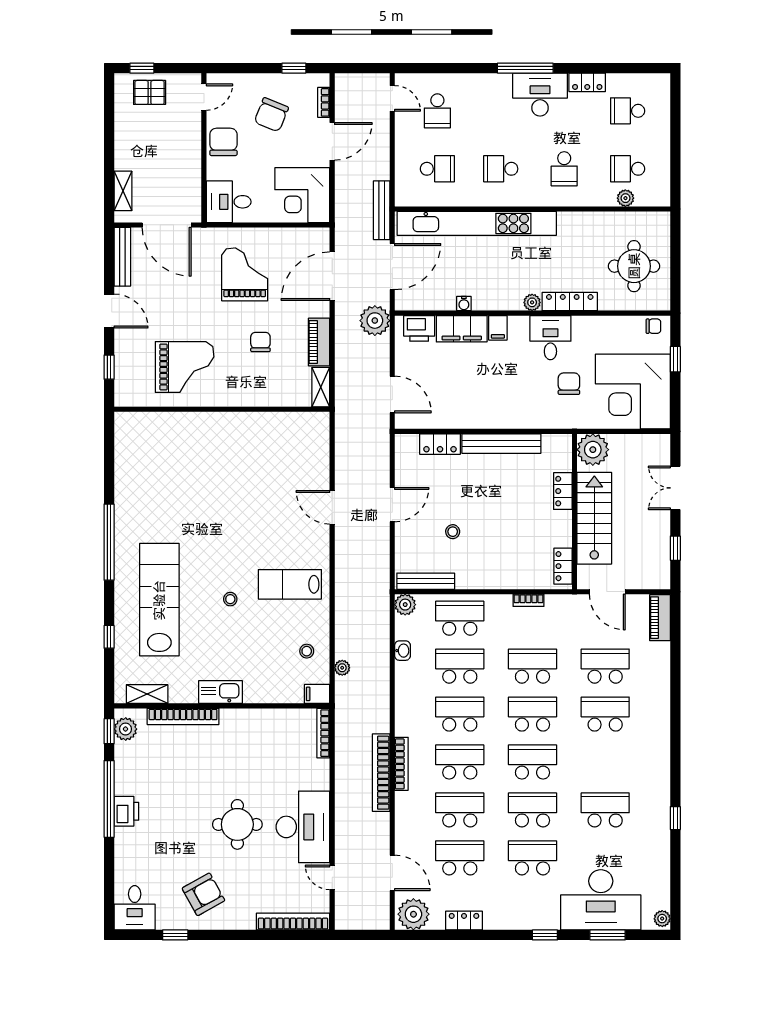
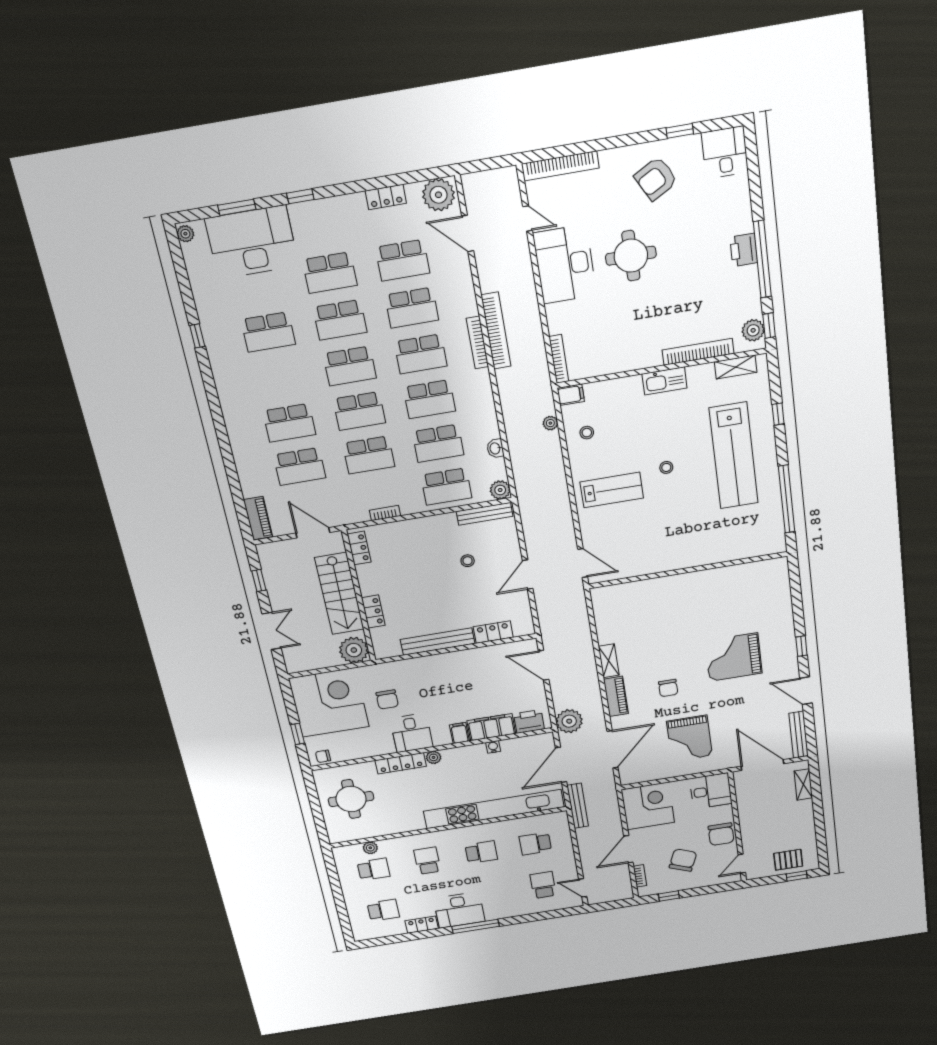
wall: (222, 409) -> (688, 570), moved

